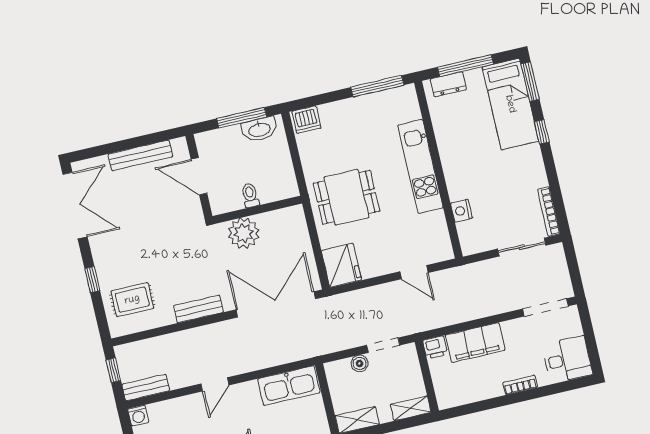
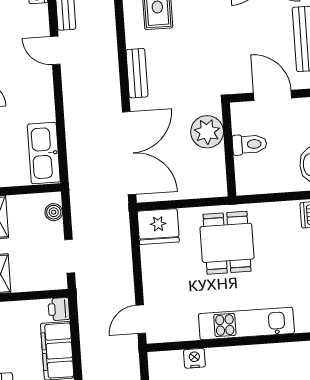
door: (199, 176) -> (273, 95), hinge flipped
toilet: (250, 195) -> (249, 144), width x1.37, depth x1.39
door: (414, 272) -> (141, 319), moved
boiler: (360, 363) -> (54, 212), moved
door: (215, 384) -> (55, 50), moved

